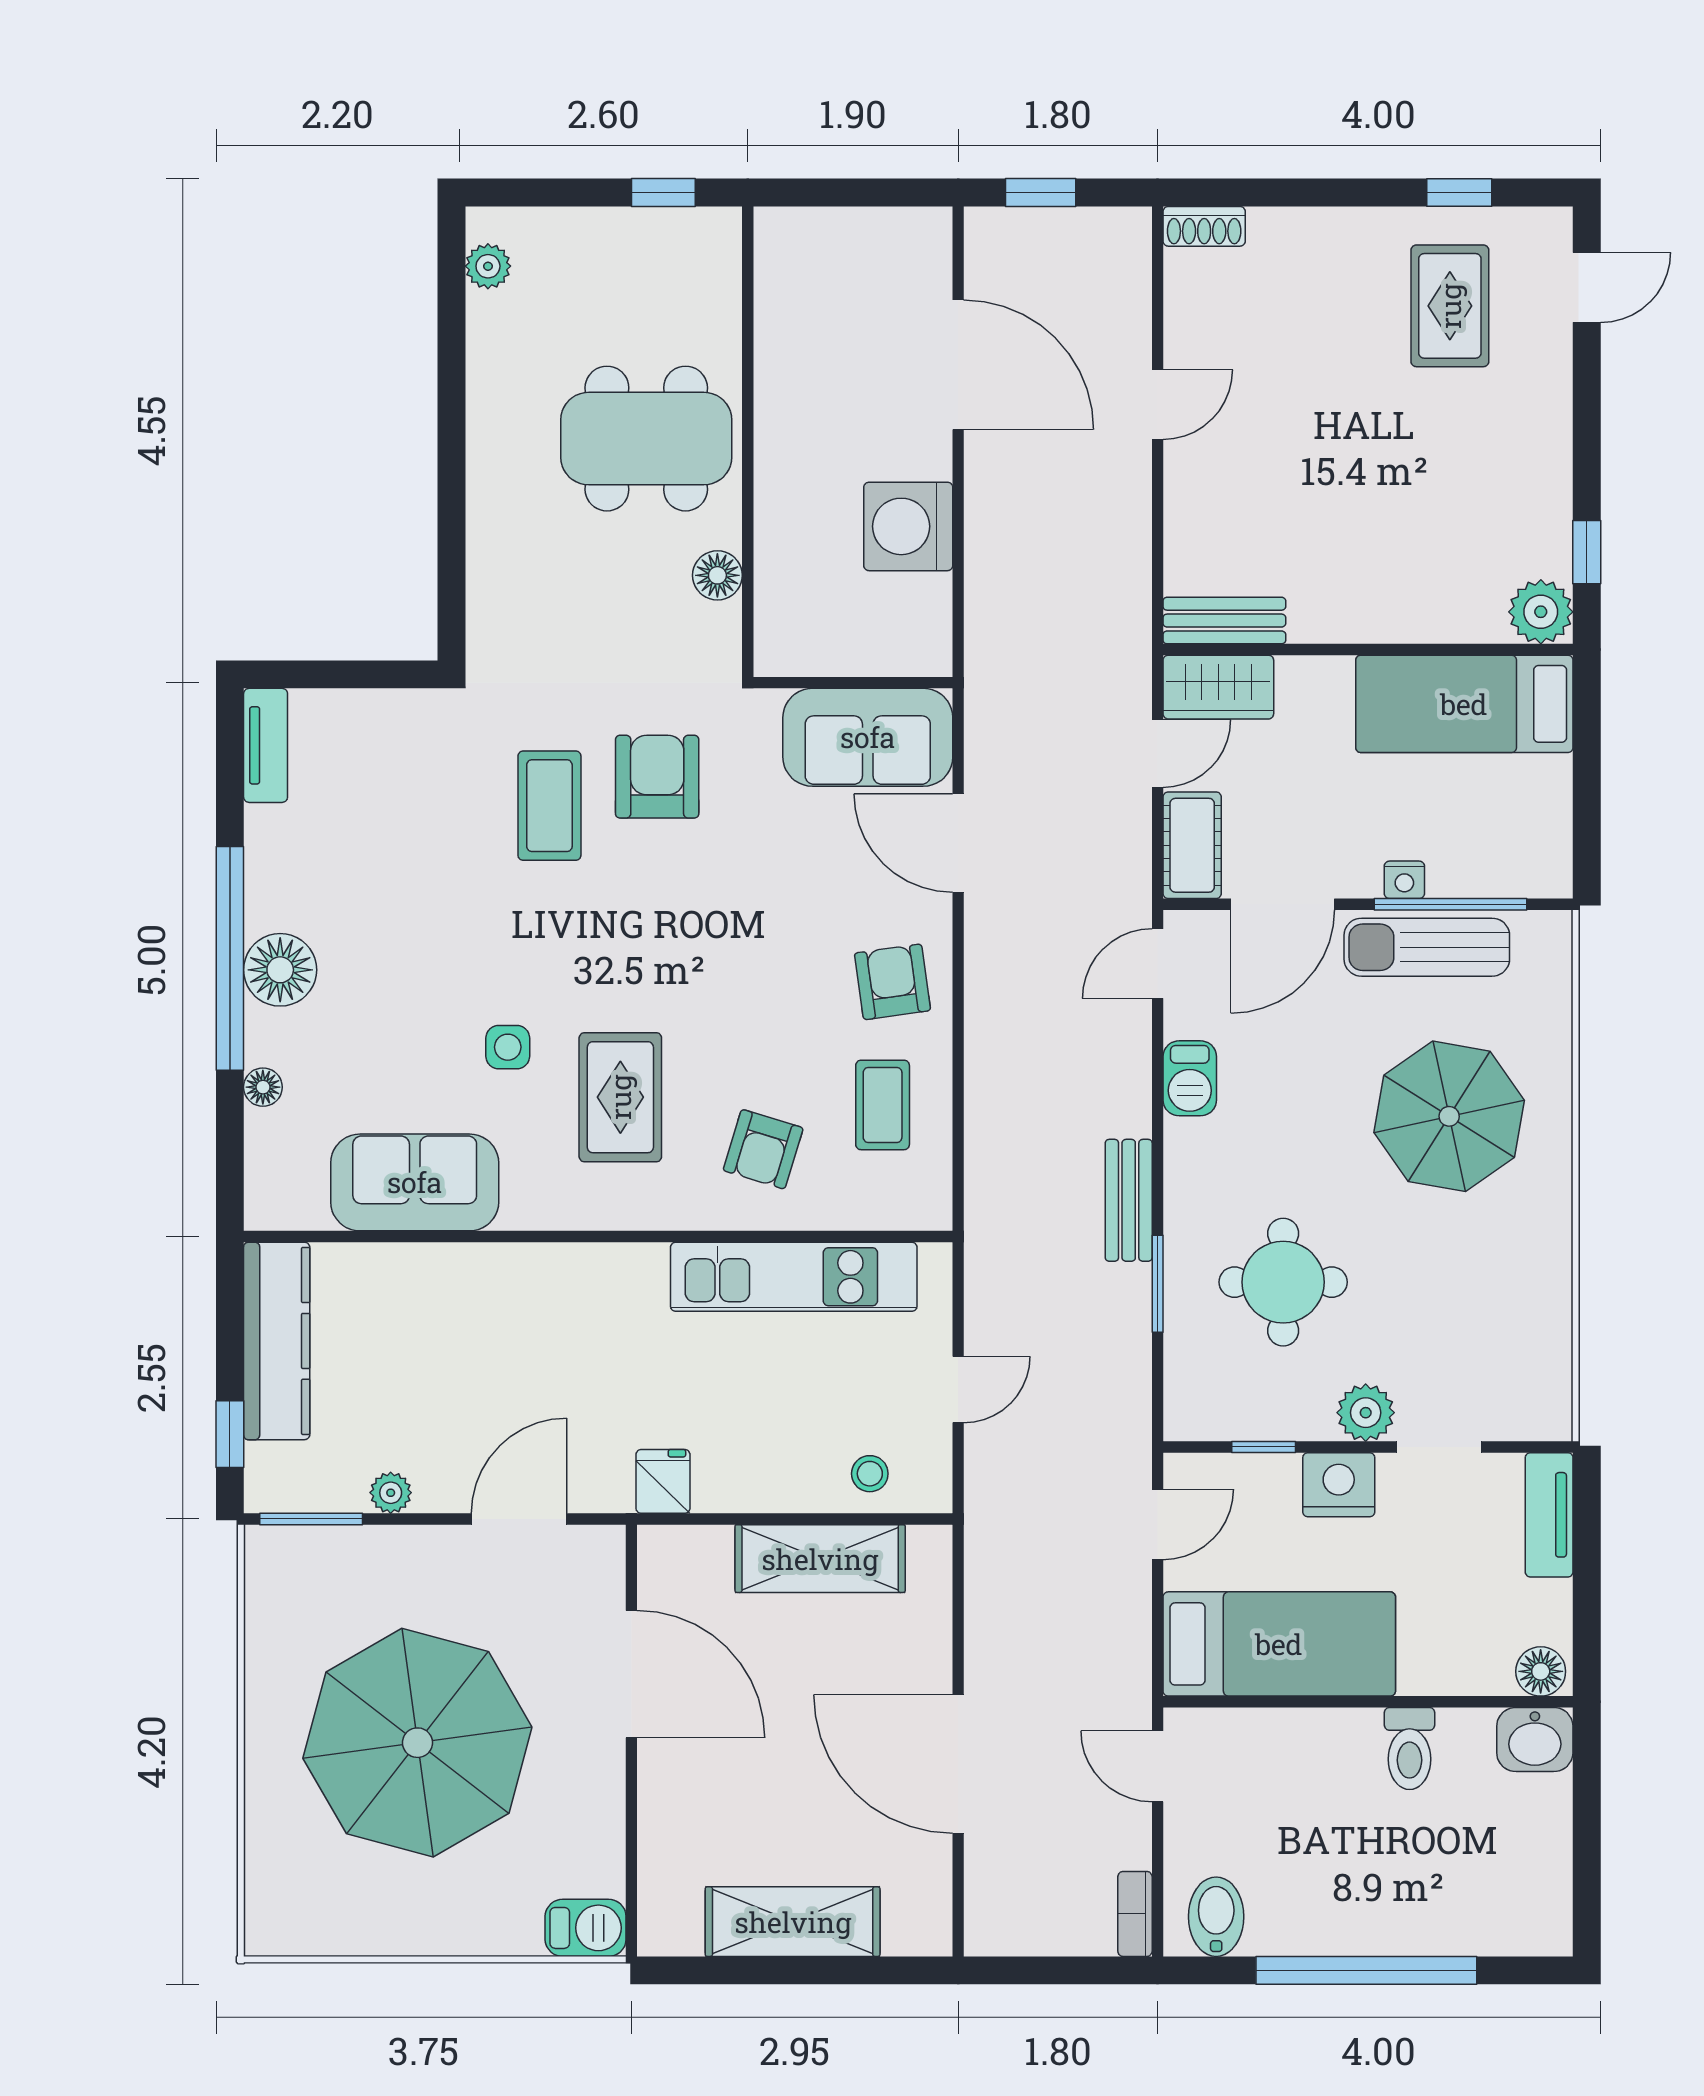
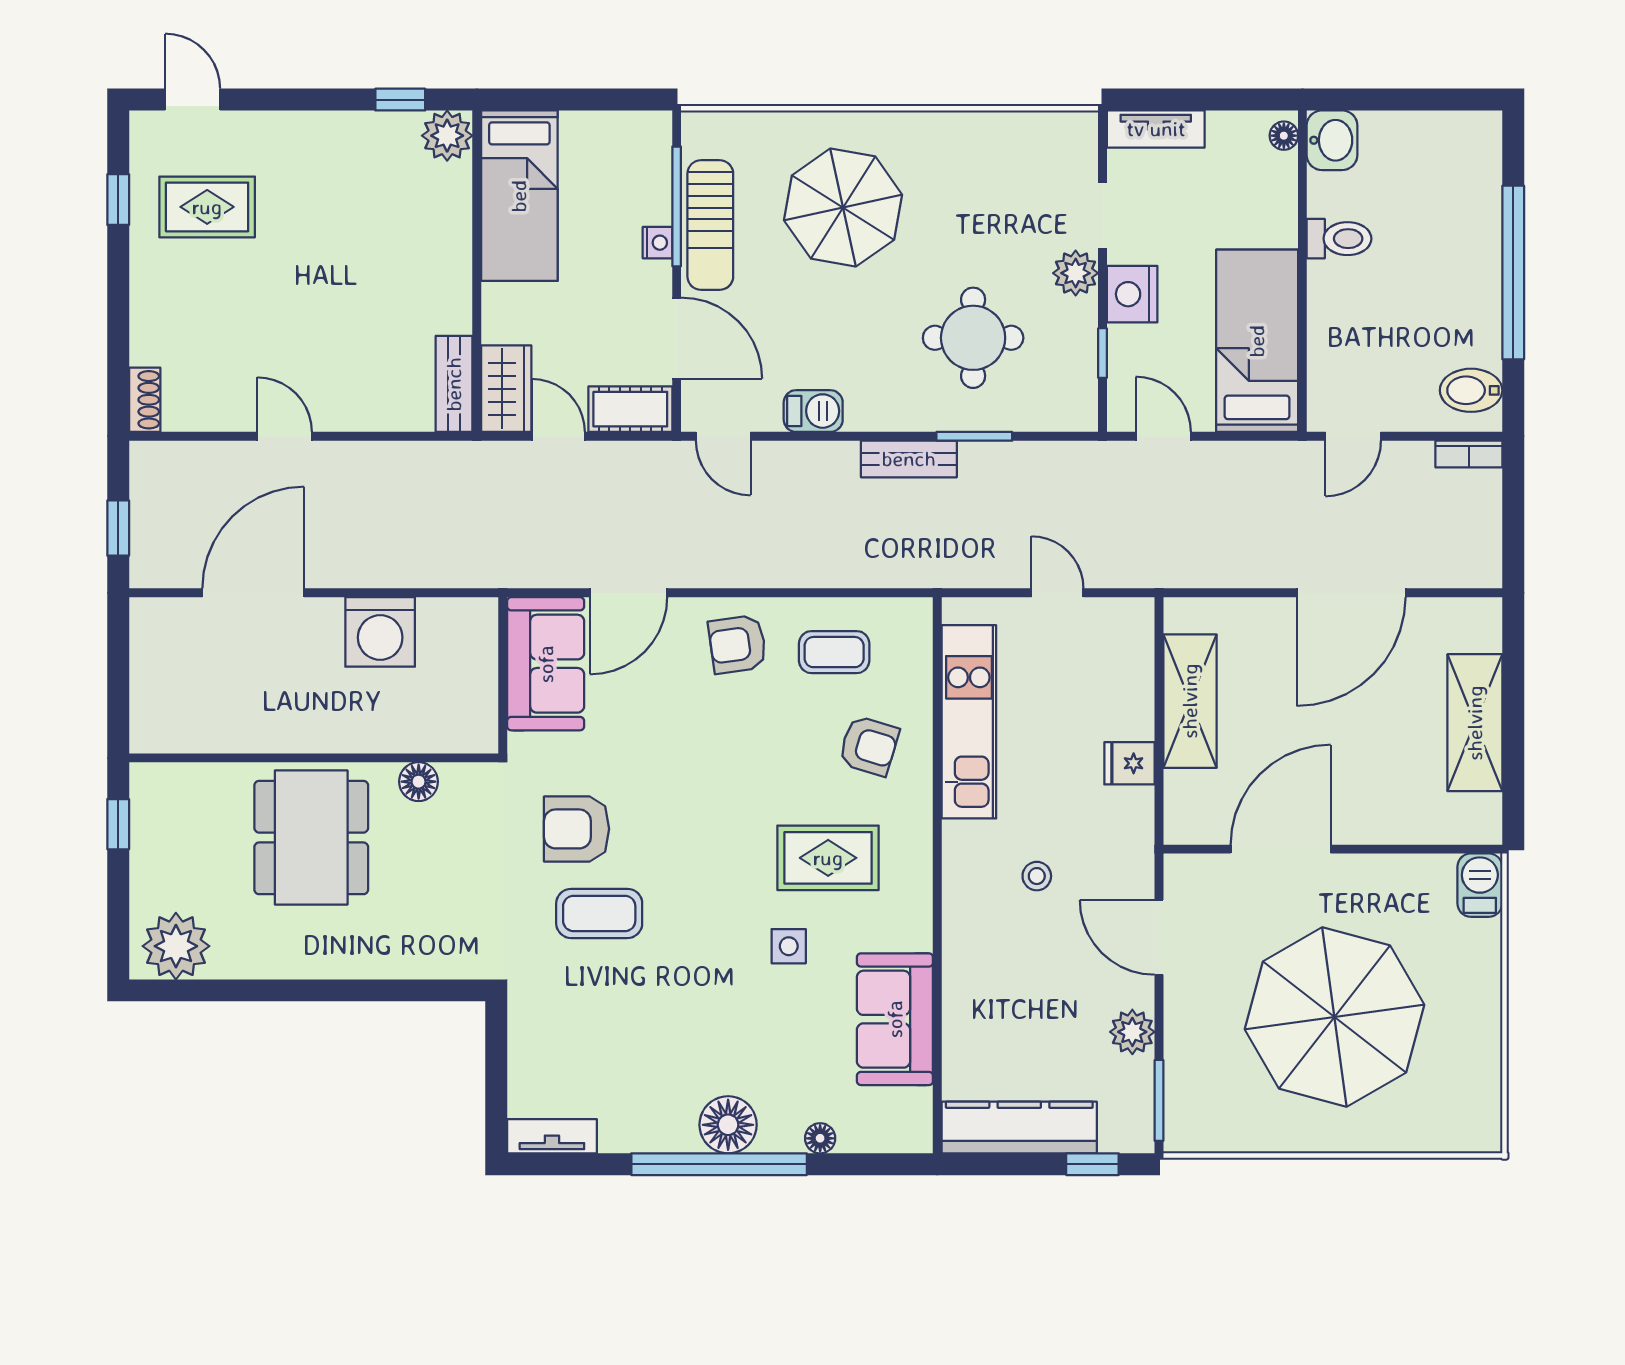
plant: (488, 266) -> (176, 946), width x1.88, depth x1.88
stool: (870, 1474) -> (1037, 876), moved
fridge: (663, 1481) -> (1129, 763), moved
plant: (391, 1493) -> (1132, 1032), width x1.38, depth x1.38
floor lamp: (1541, 1671) -> (1284, 136), width x0.73, depth x0.73

